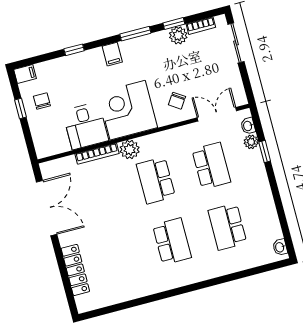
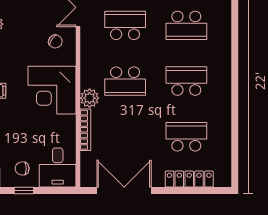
desk: (85, 126) -> (58, 167), moved, turned 90
school desk: (117, 256) -> (186, 137), added

